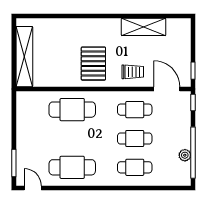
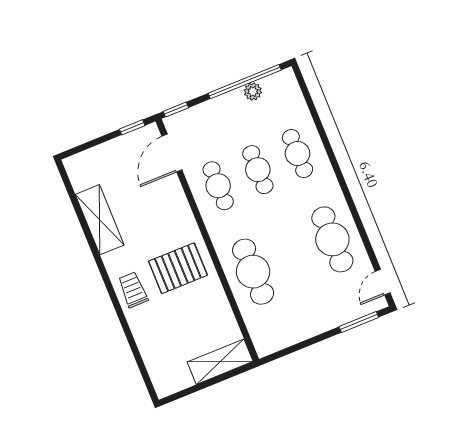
shelving: (24, 57) -> (220, 362), width x0.68
trolley: (133, 72) -> (133, 290), moved

